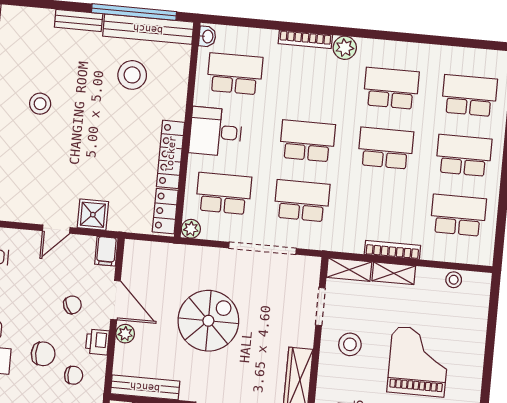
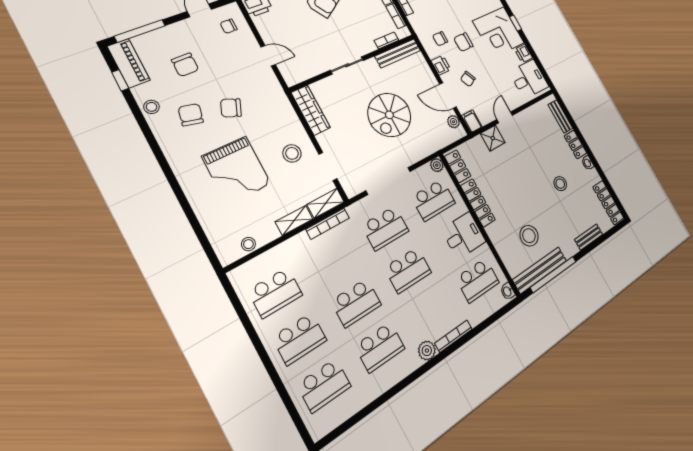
bench: (79, 20) -> (589, 237), moved
bookcase: (392, 250) -> (328, 224), moved
plant: (125, 334) -> (453, 122), moved

